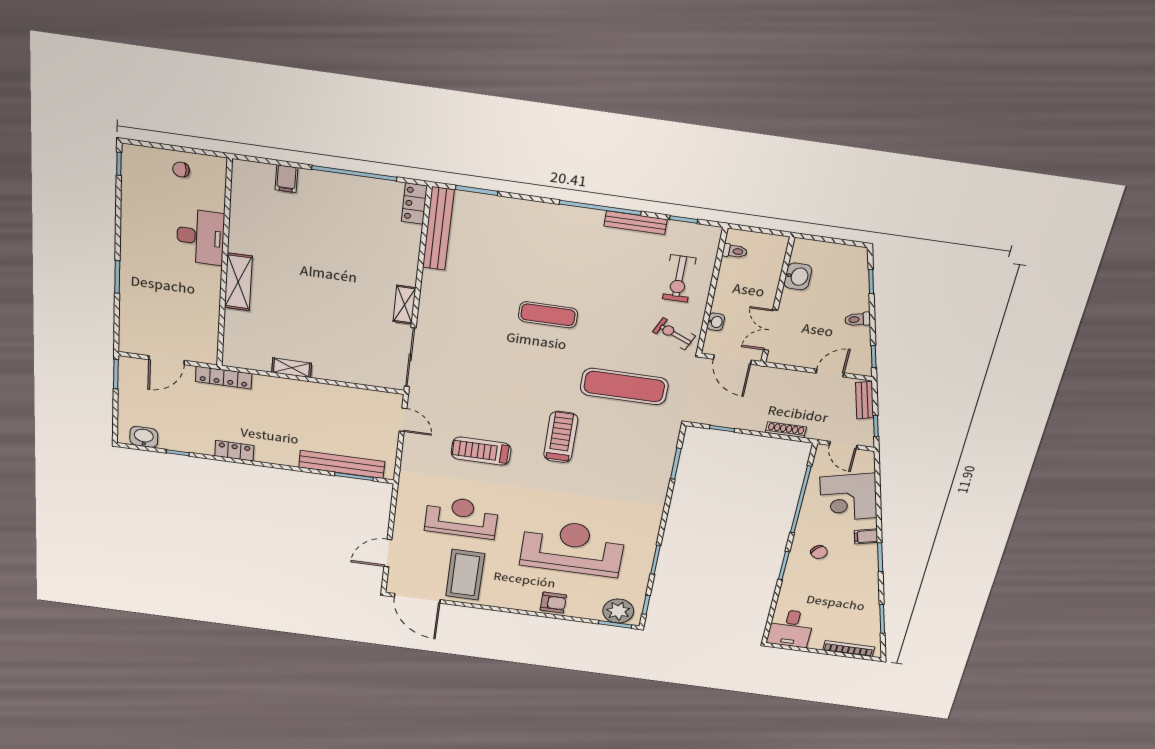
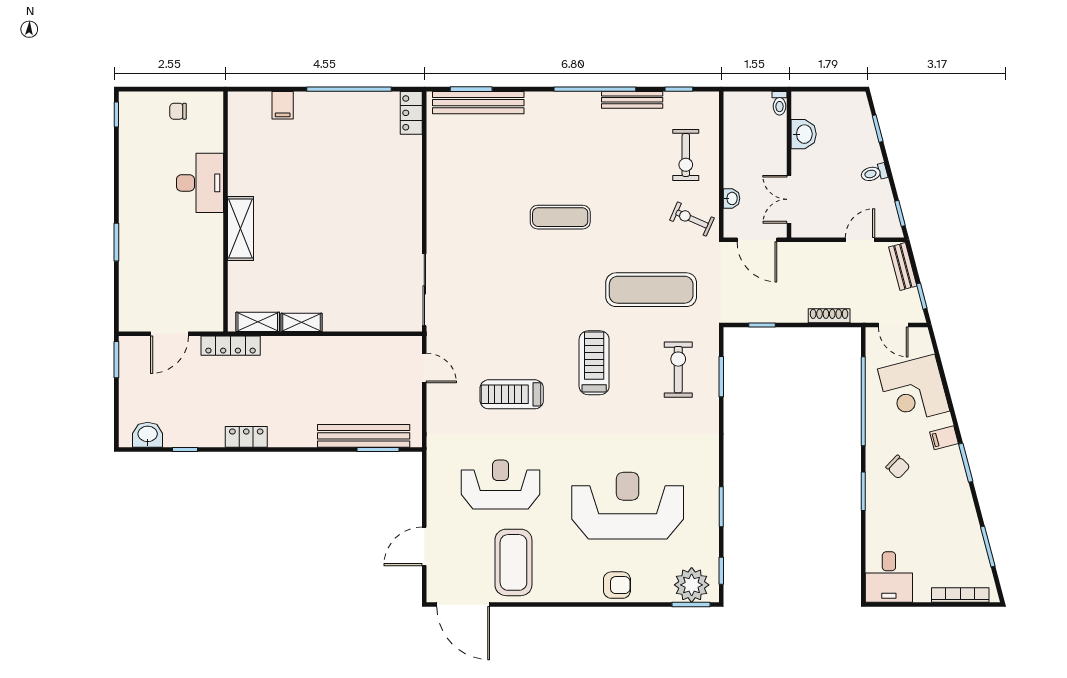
bench: (438, 229) -> (478, 103), moved, turned 90
toilet: (735, 251) -> (780, 103), moved, turned 90
shelving: (404, 305) -> (258, 322), moved, turned 90
exercise bike: (637, 453) -> (678, 370), added

